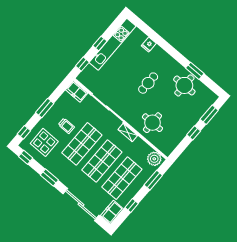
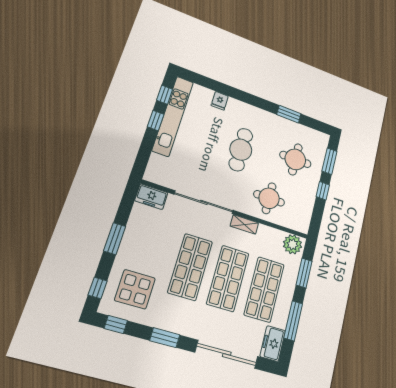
window: (82, 64) -> (165, 95), moved
cafe table: (148, 83) -> (241, 150), width x1.37, depth x1.35
round table: (184, 85) -> (295, 159), moved
trolley: (66, 126) -> (158, 251), removed
window: (132, 205) -> (293, 321), width x2.17

